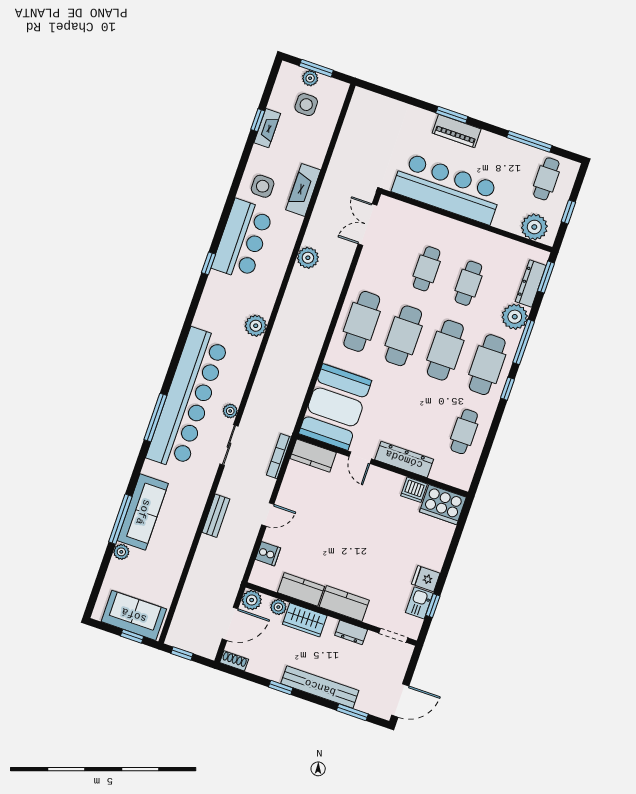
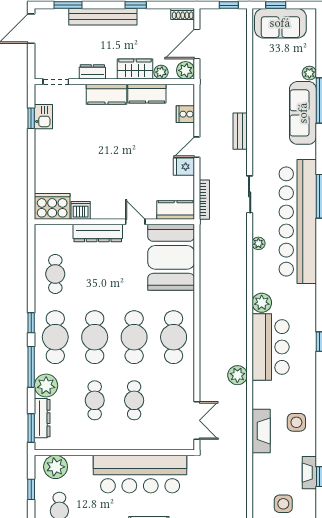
bar counter: (242, 240) -> (271, 347), moved, turned 180
plant: (230, 411) -> (258, 243), moved
fridge: (426, 579) -> (184, 167), moved, turned 180

